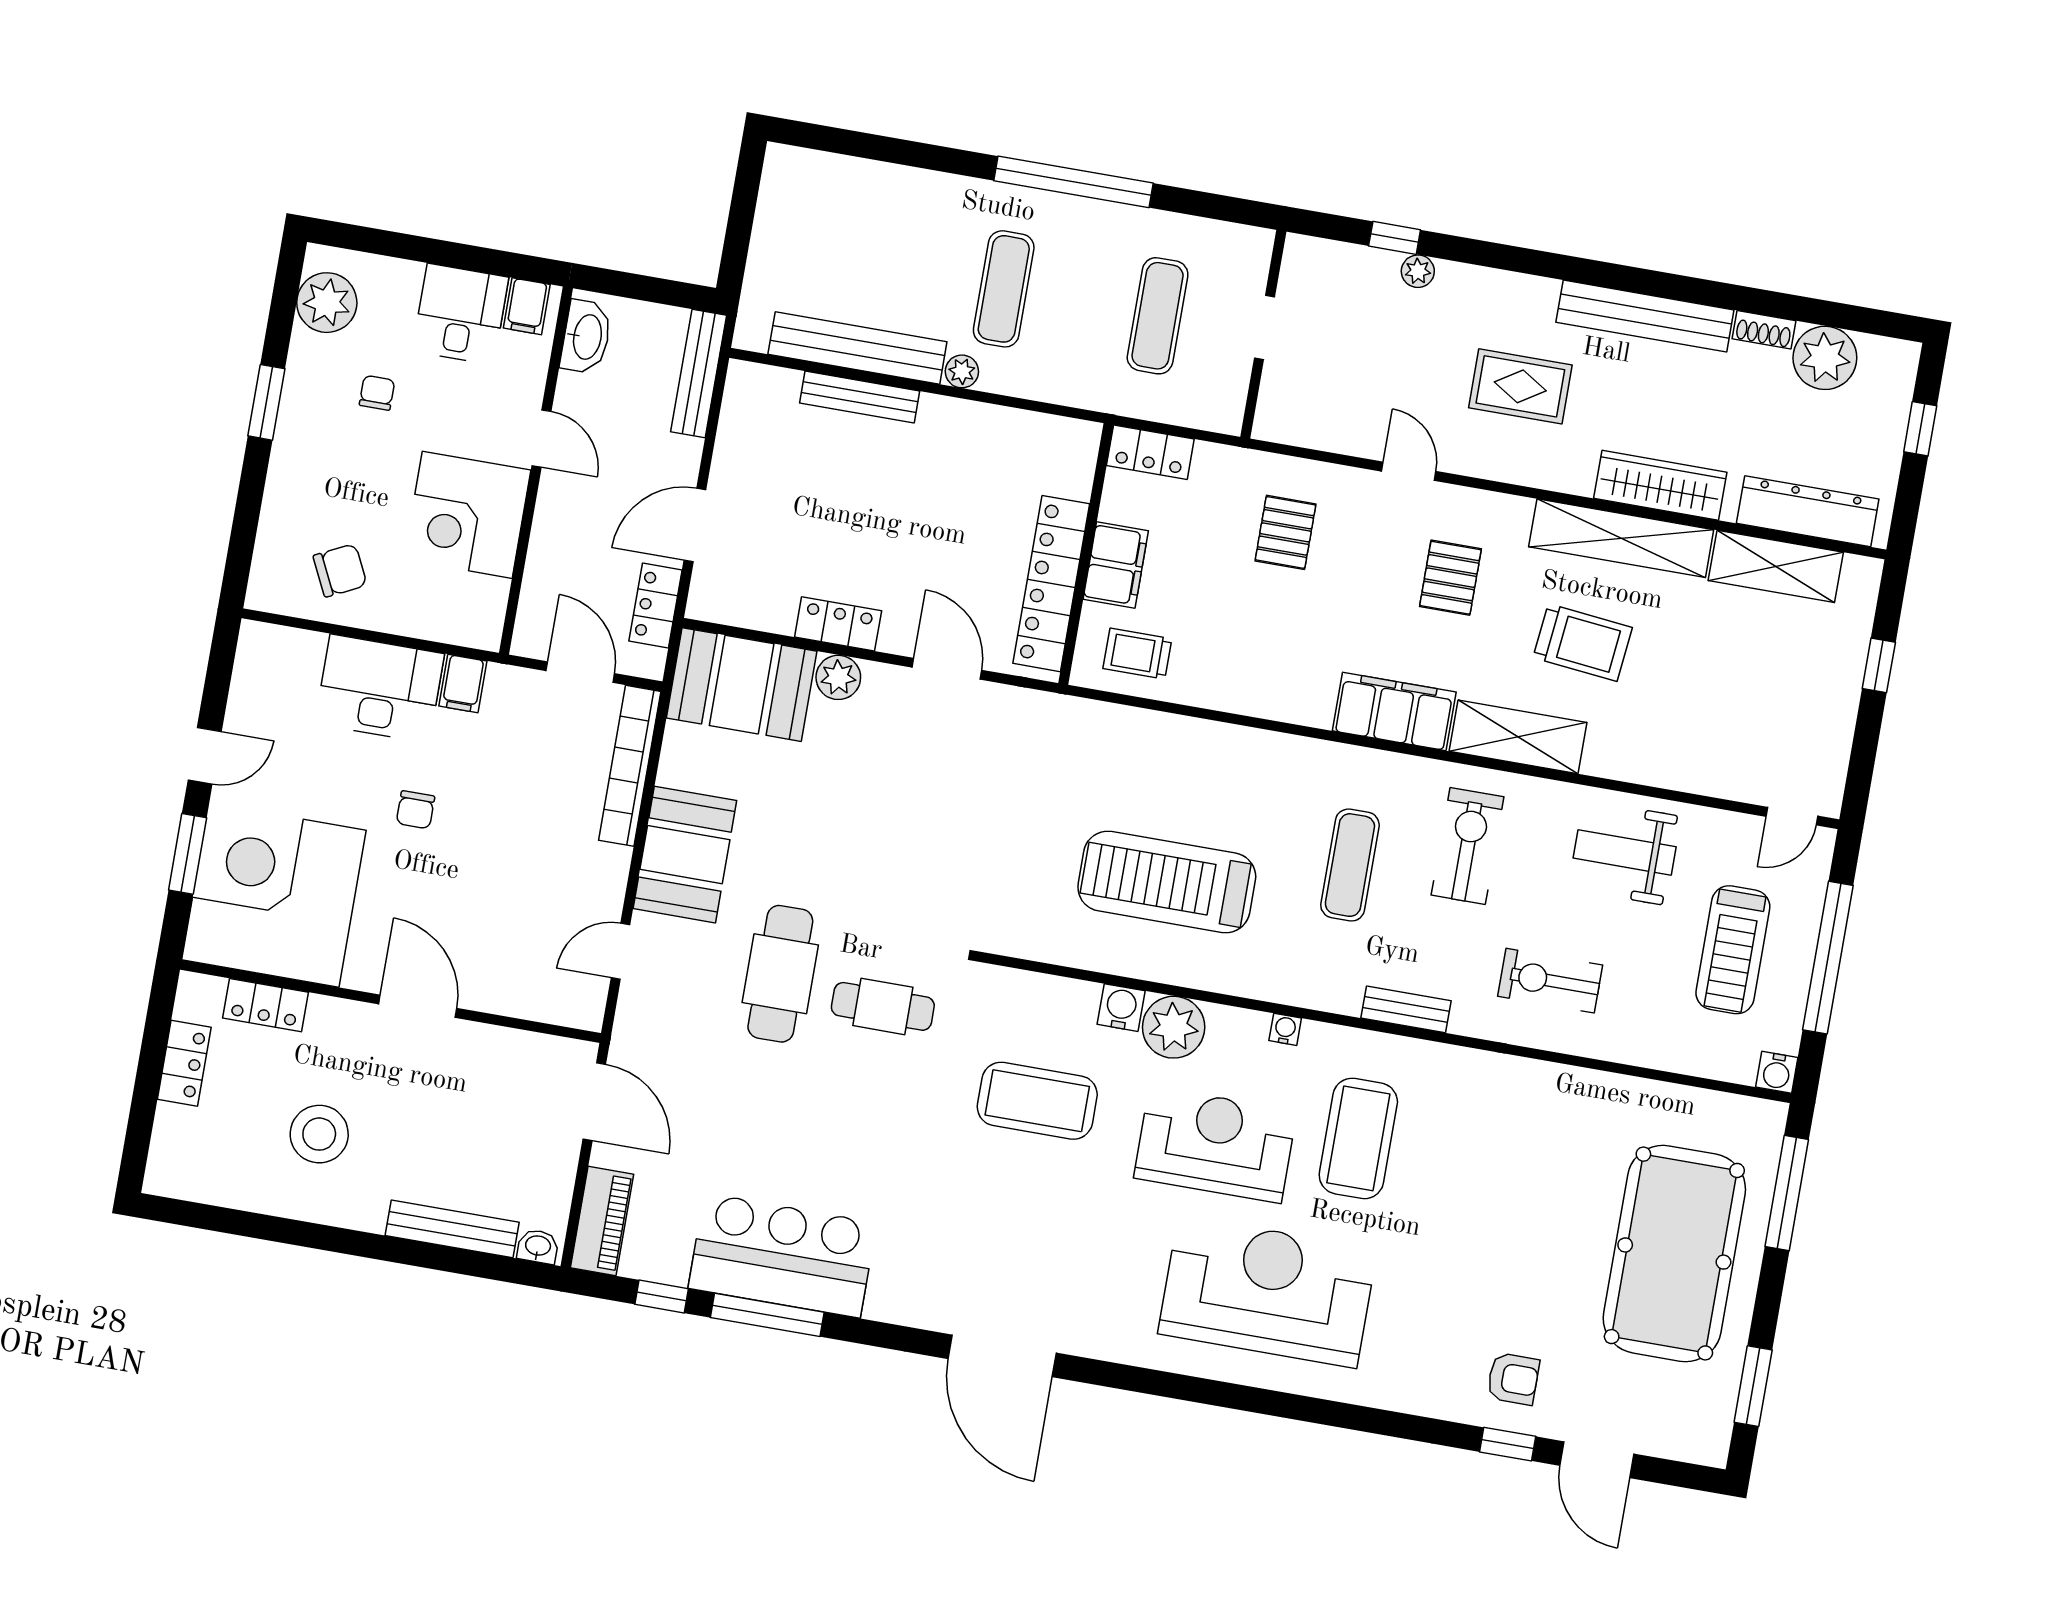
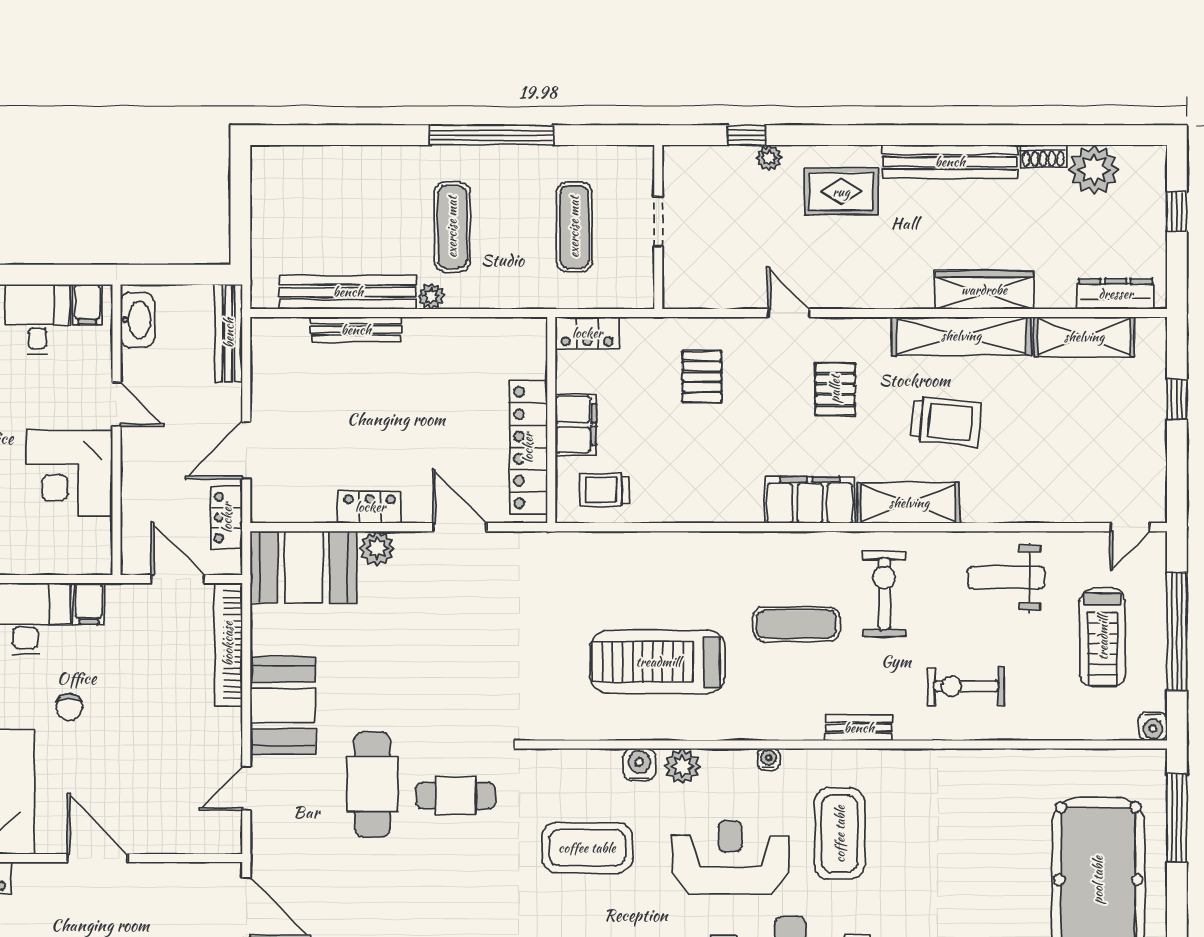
rug: (1520, 386) -> (841, 192), moved
dresser: (1808, 511) -> (1116, 294), width x0.73, depth x0.80
exercise mat: (1350, 865) -> (796, 624), turned 90
plant: (1174, 1027) -> (682, 766), width x0.73, depth x0.73

